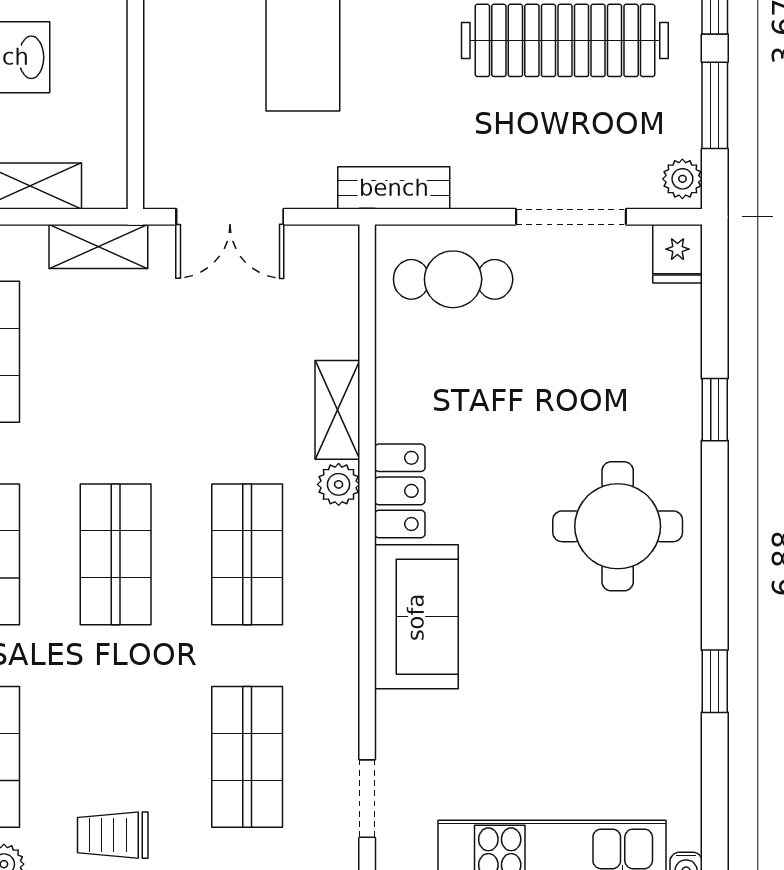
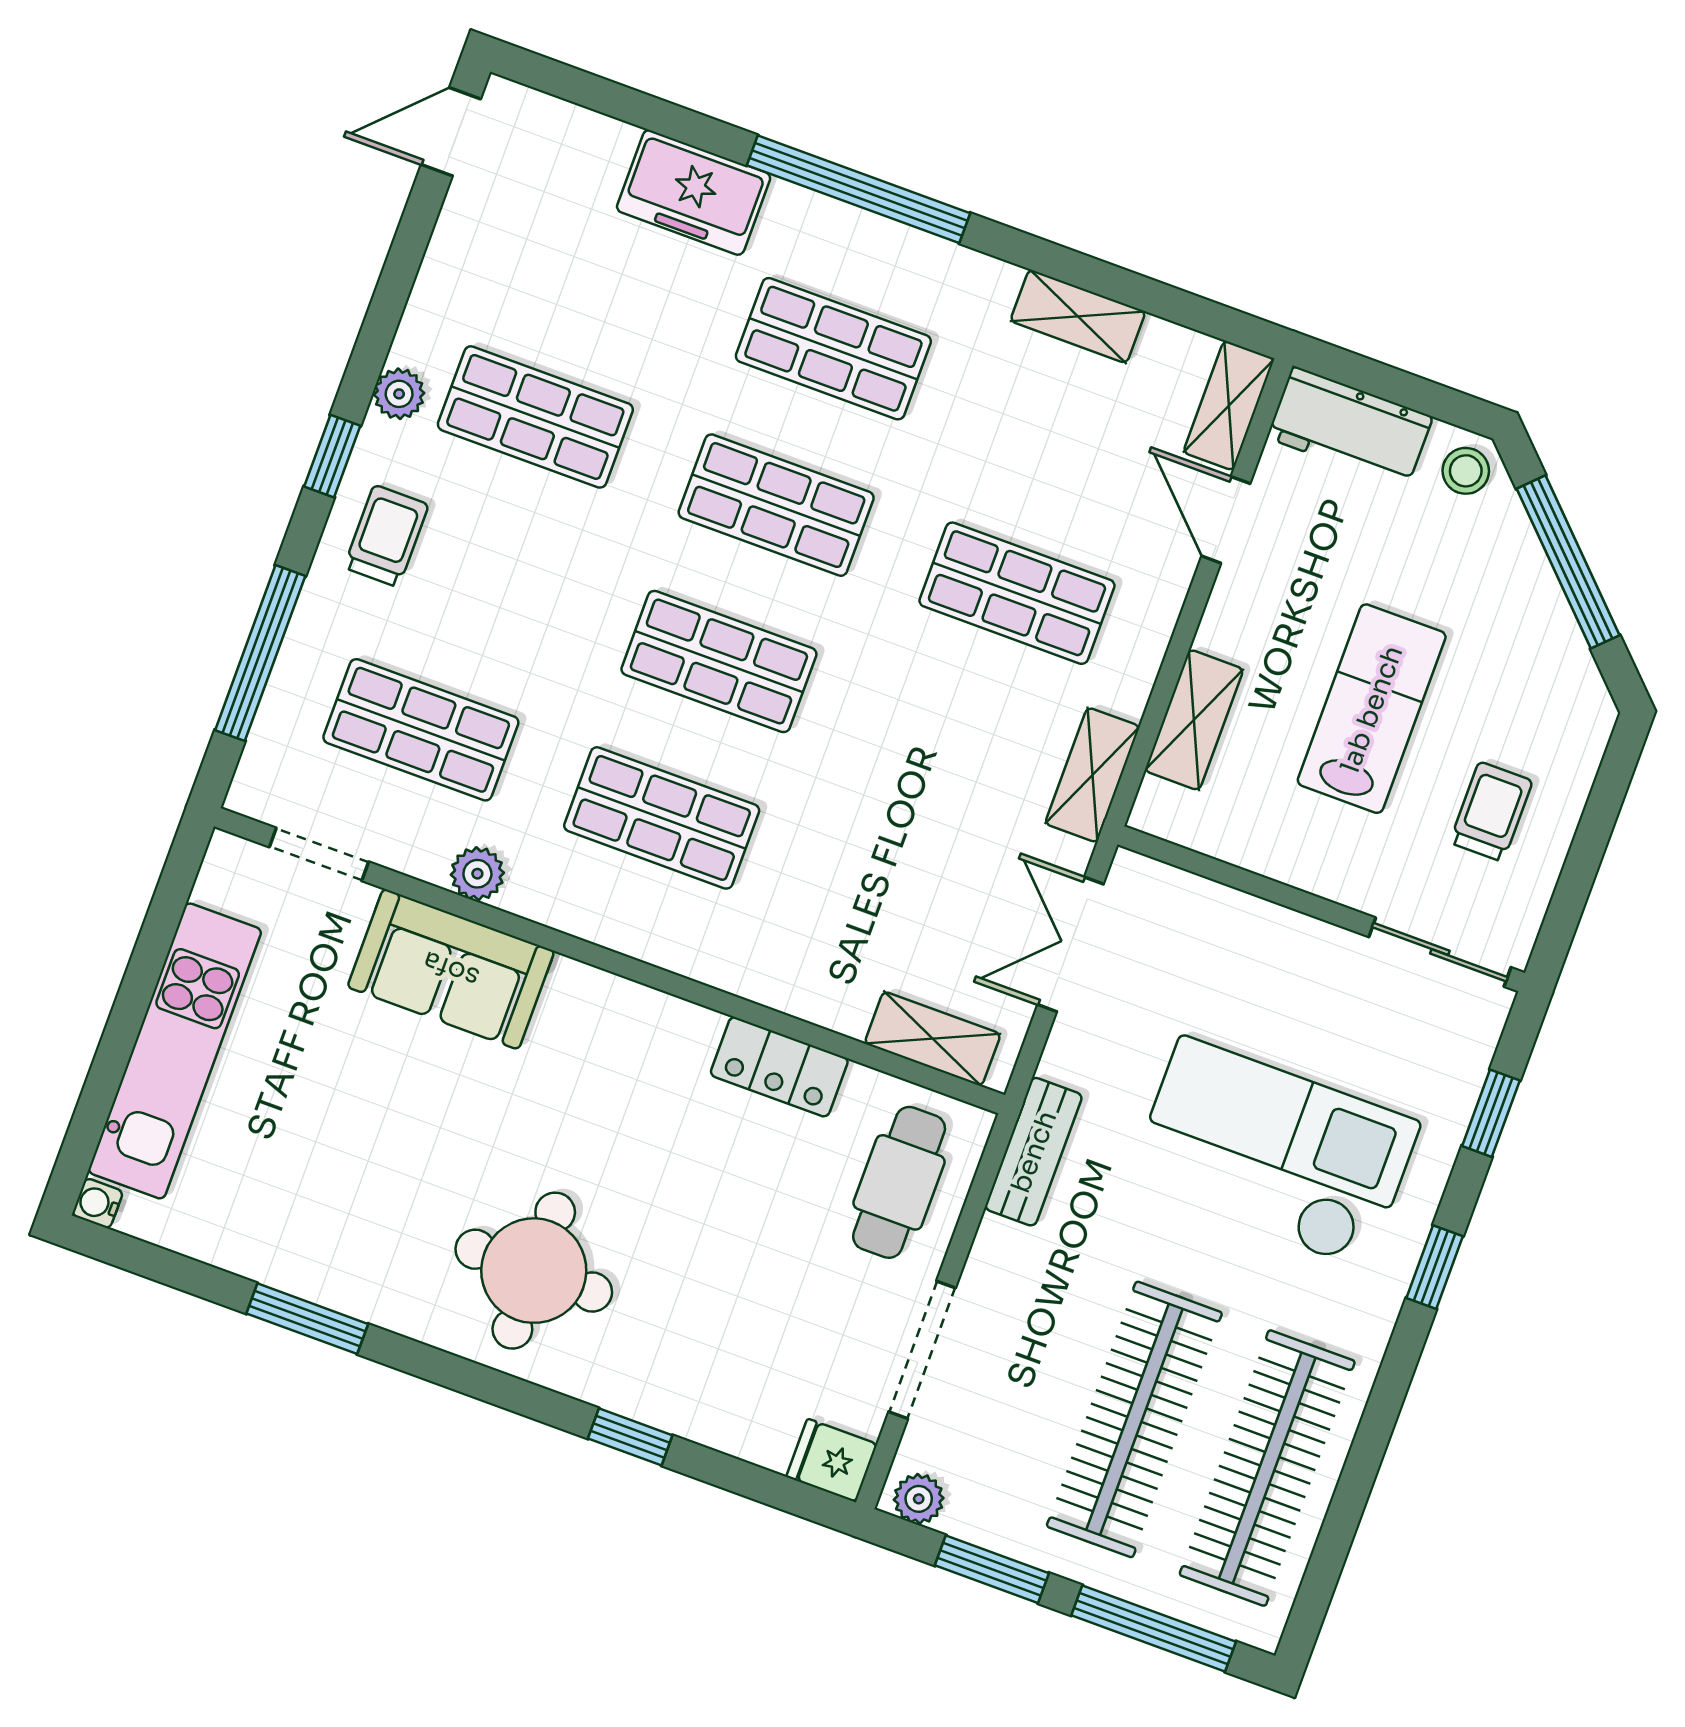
shelving: (337, 410) -> (933, 1039), moved
plant: (339, 484) -> (477, 874), moved
locker: (400, 491) -> (779, 1067), moved
sofa: (416, 617) -> (451, 969), moved
window: (715, 681) -> (307, 1319), width x1.50

